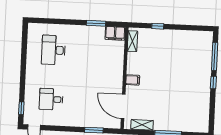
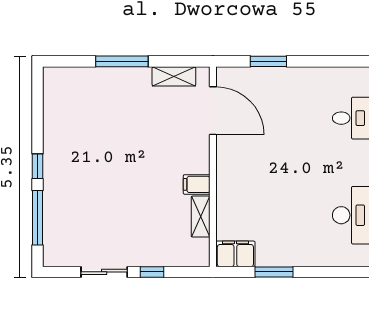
sliding door: (182, 27) -> (104, 272), added
shelving: (132, 41) -> (201, 217), moved
filing cabinet: (133, 80) -> (197, 184), moved

